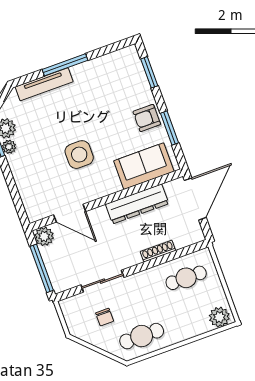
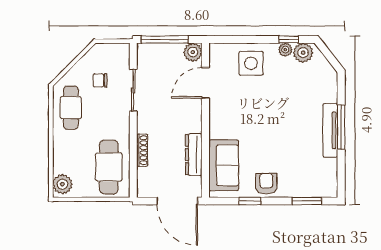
tv unit: (44, 84) -> (330, 130), moved
window: (169, 128) -> (250, 201), width x0.67
side table: (79, 155) -> (251, 63), moved
dresser: (137, 204) -> (194, 155), width x0.73, depth x0.80
cafe table: (186, 278) -> (109, 167), width x1.37, depth x1.35

